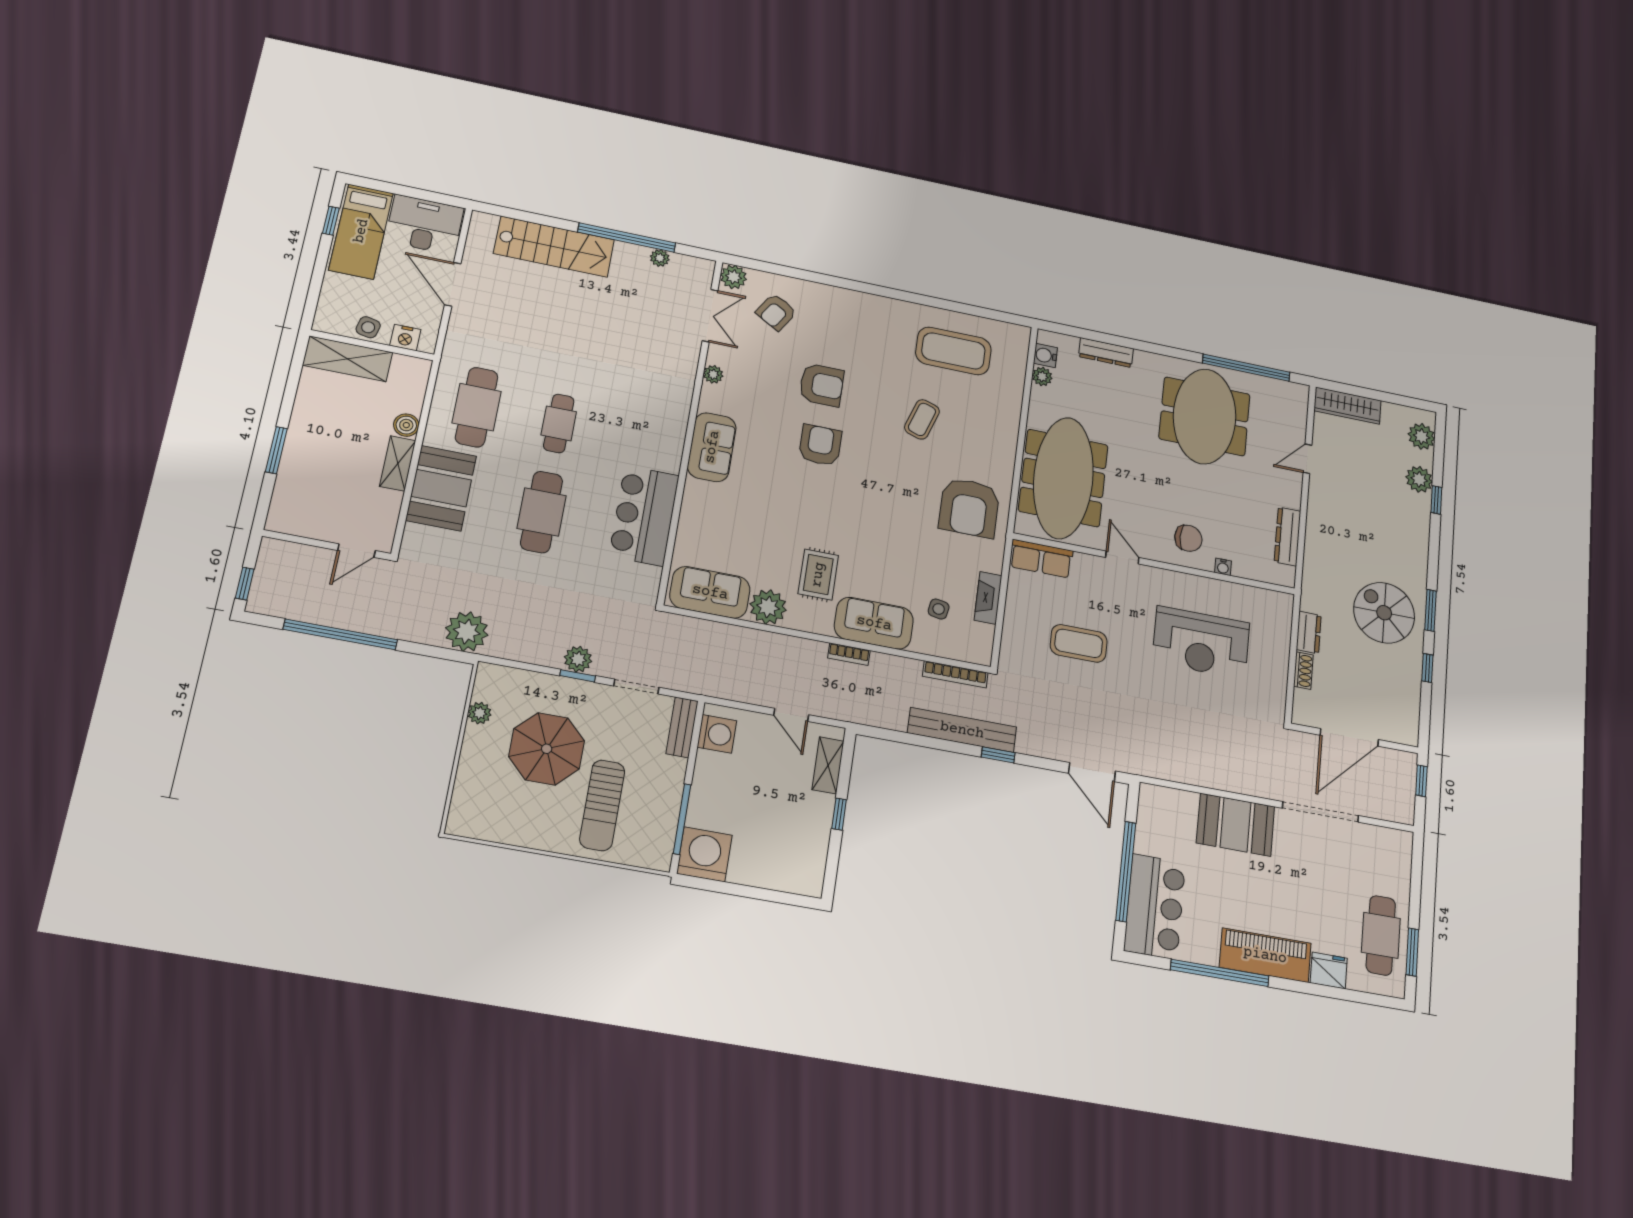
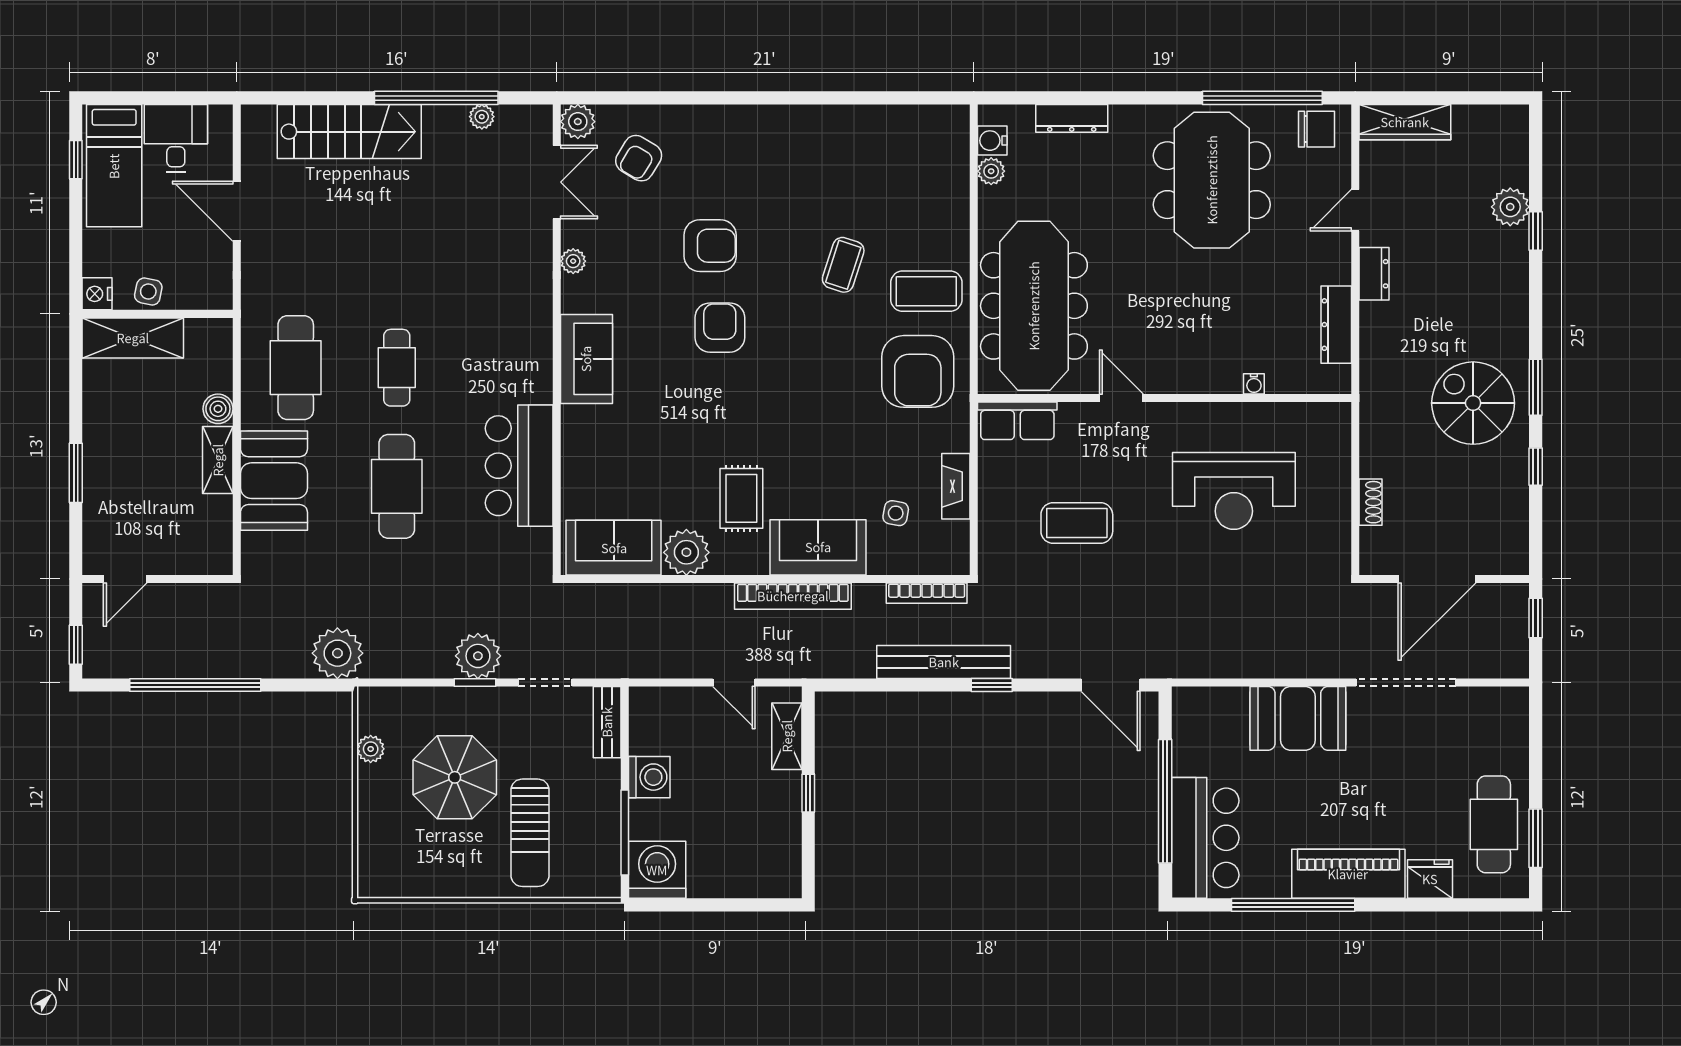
desk: (425, 225) -> (176, 138), width x0.73
nightstand: (405, 338) -> (97, 294), moved, turned 90
coffee table: (953, 351) -> (926, 291), moved, width x0.73, depth x0.76
plant: (1421, 436) -> (1510, 144), removed
chair: (1188, 538) -> (1316, 129), moved
door: (356, 551) -> (125, 579), moved
dresser: (1309, 632) -> (1374, 274), moved
bookcase: (849, 654) -> (793, 596), width x2.31, depth x1.31
plant: (578, 659) -> (478, 656), width x1.36, depth x1.36
washing machine: (717, 734) -> (649, 777), moved

